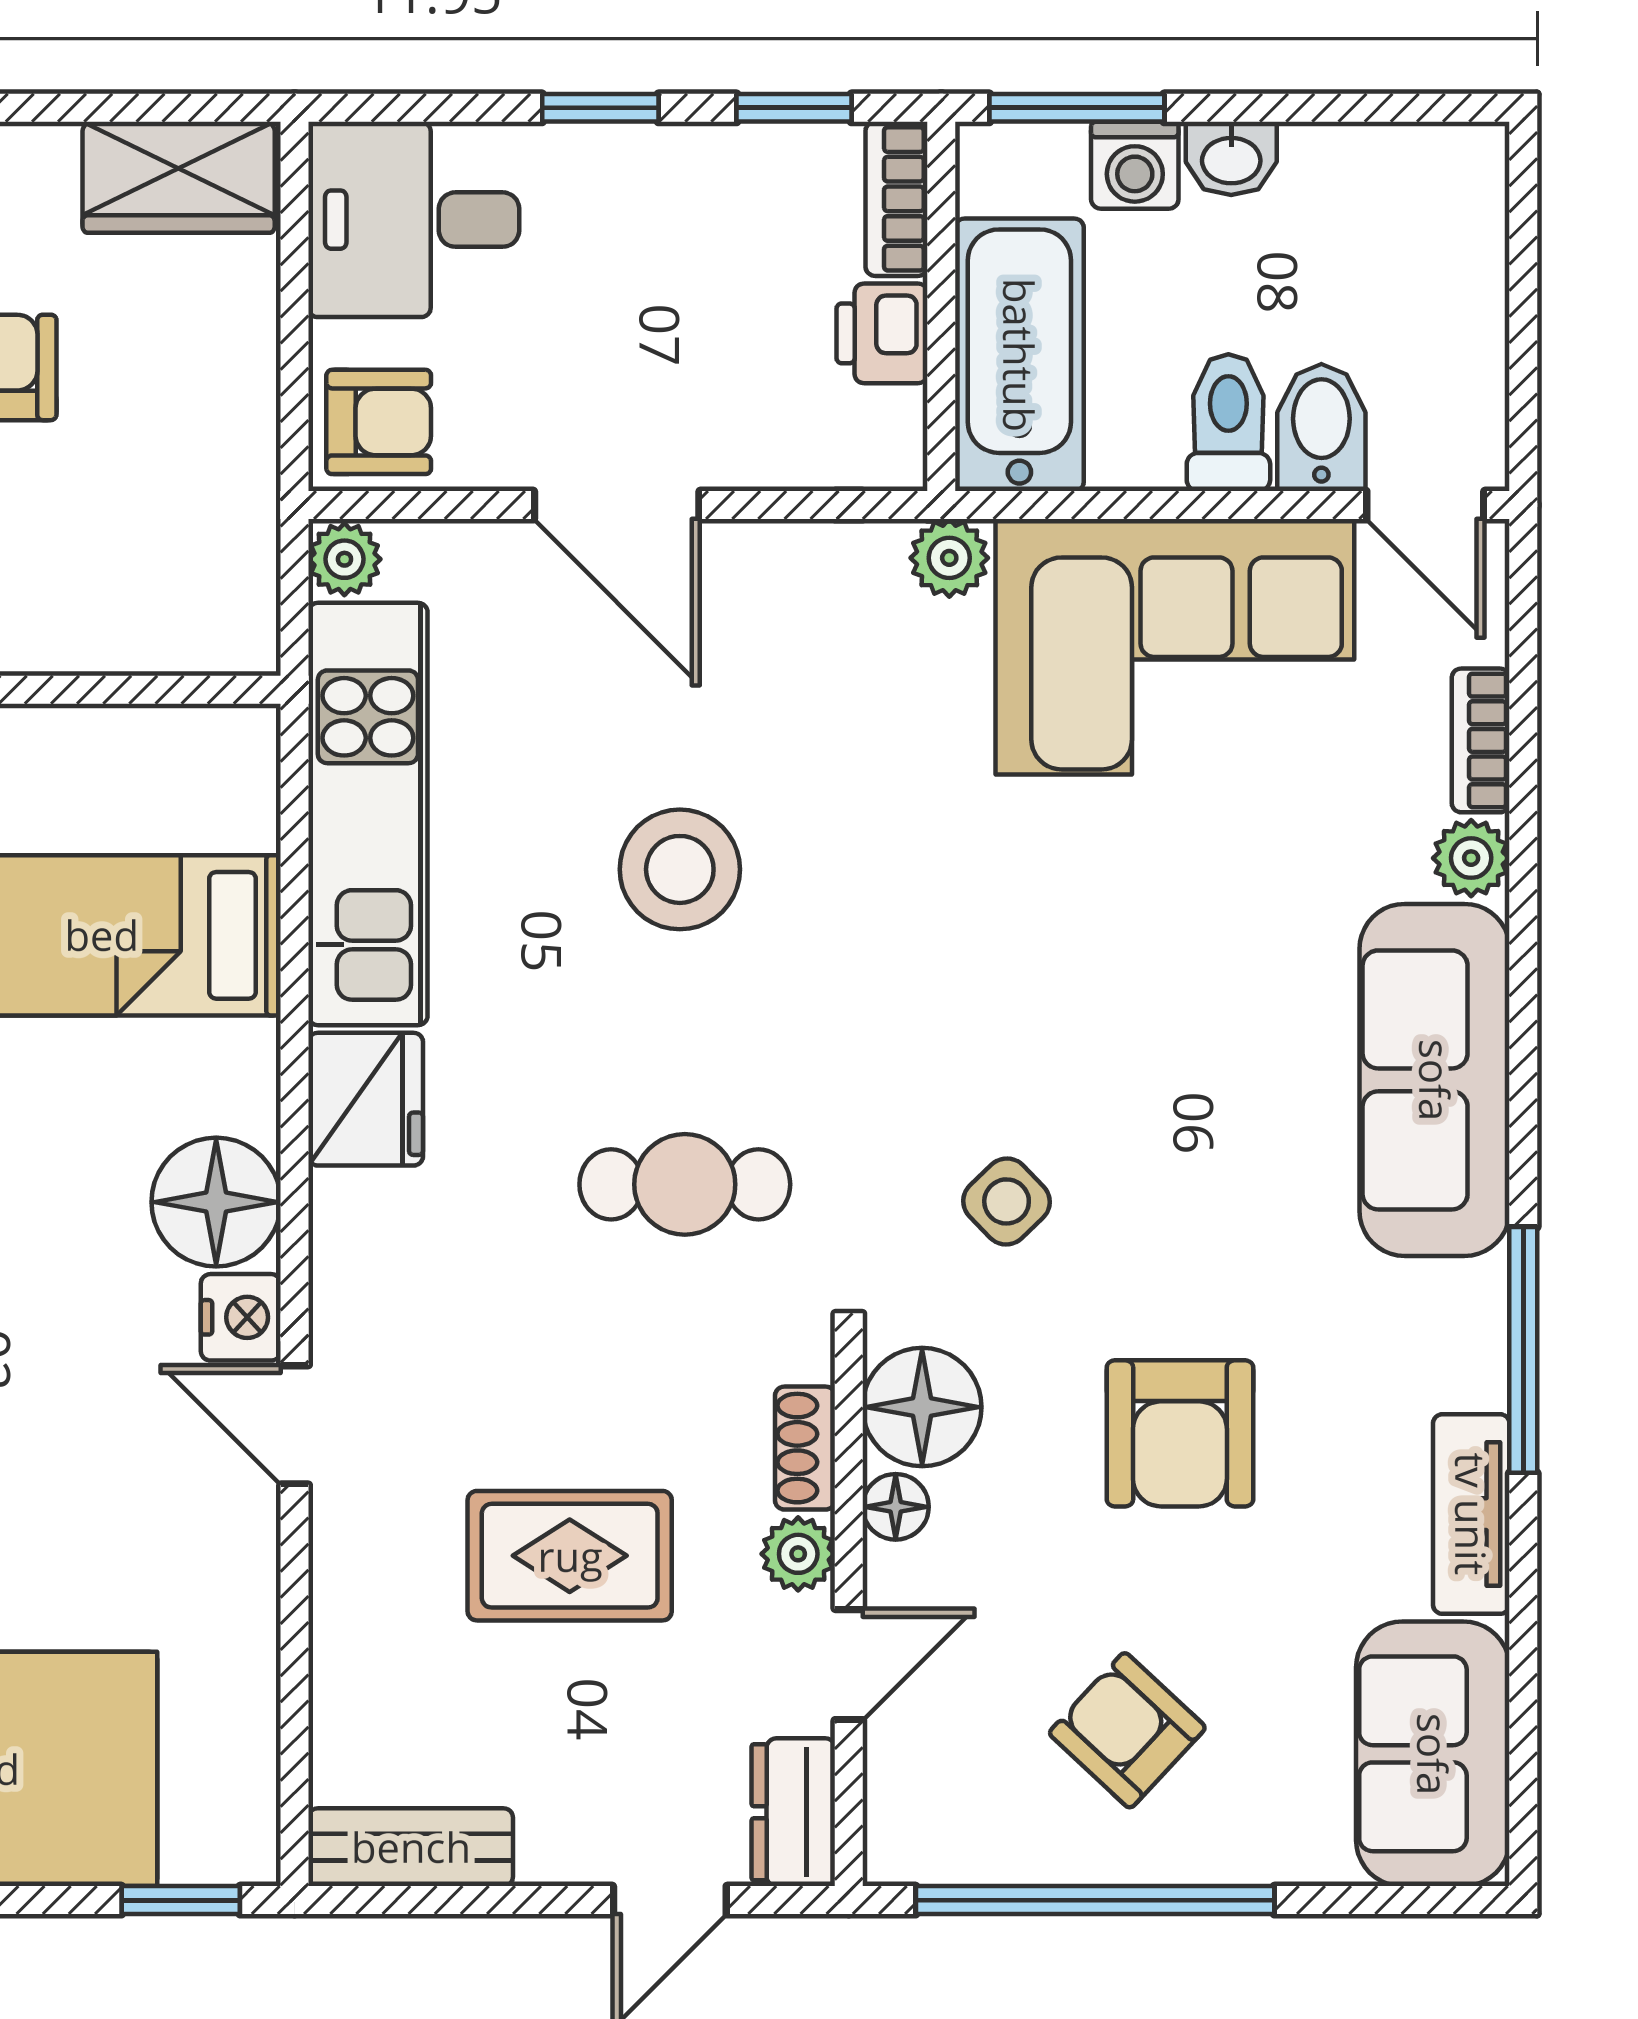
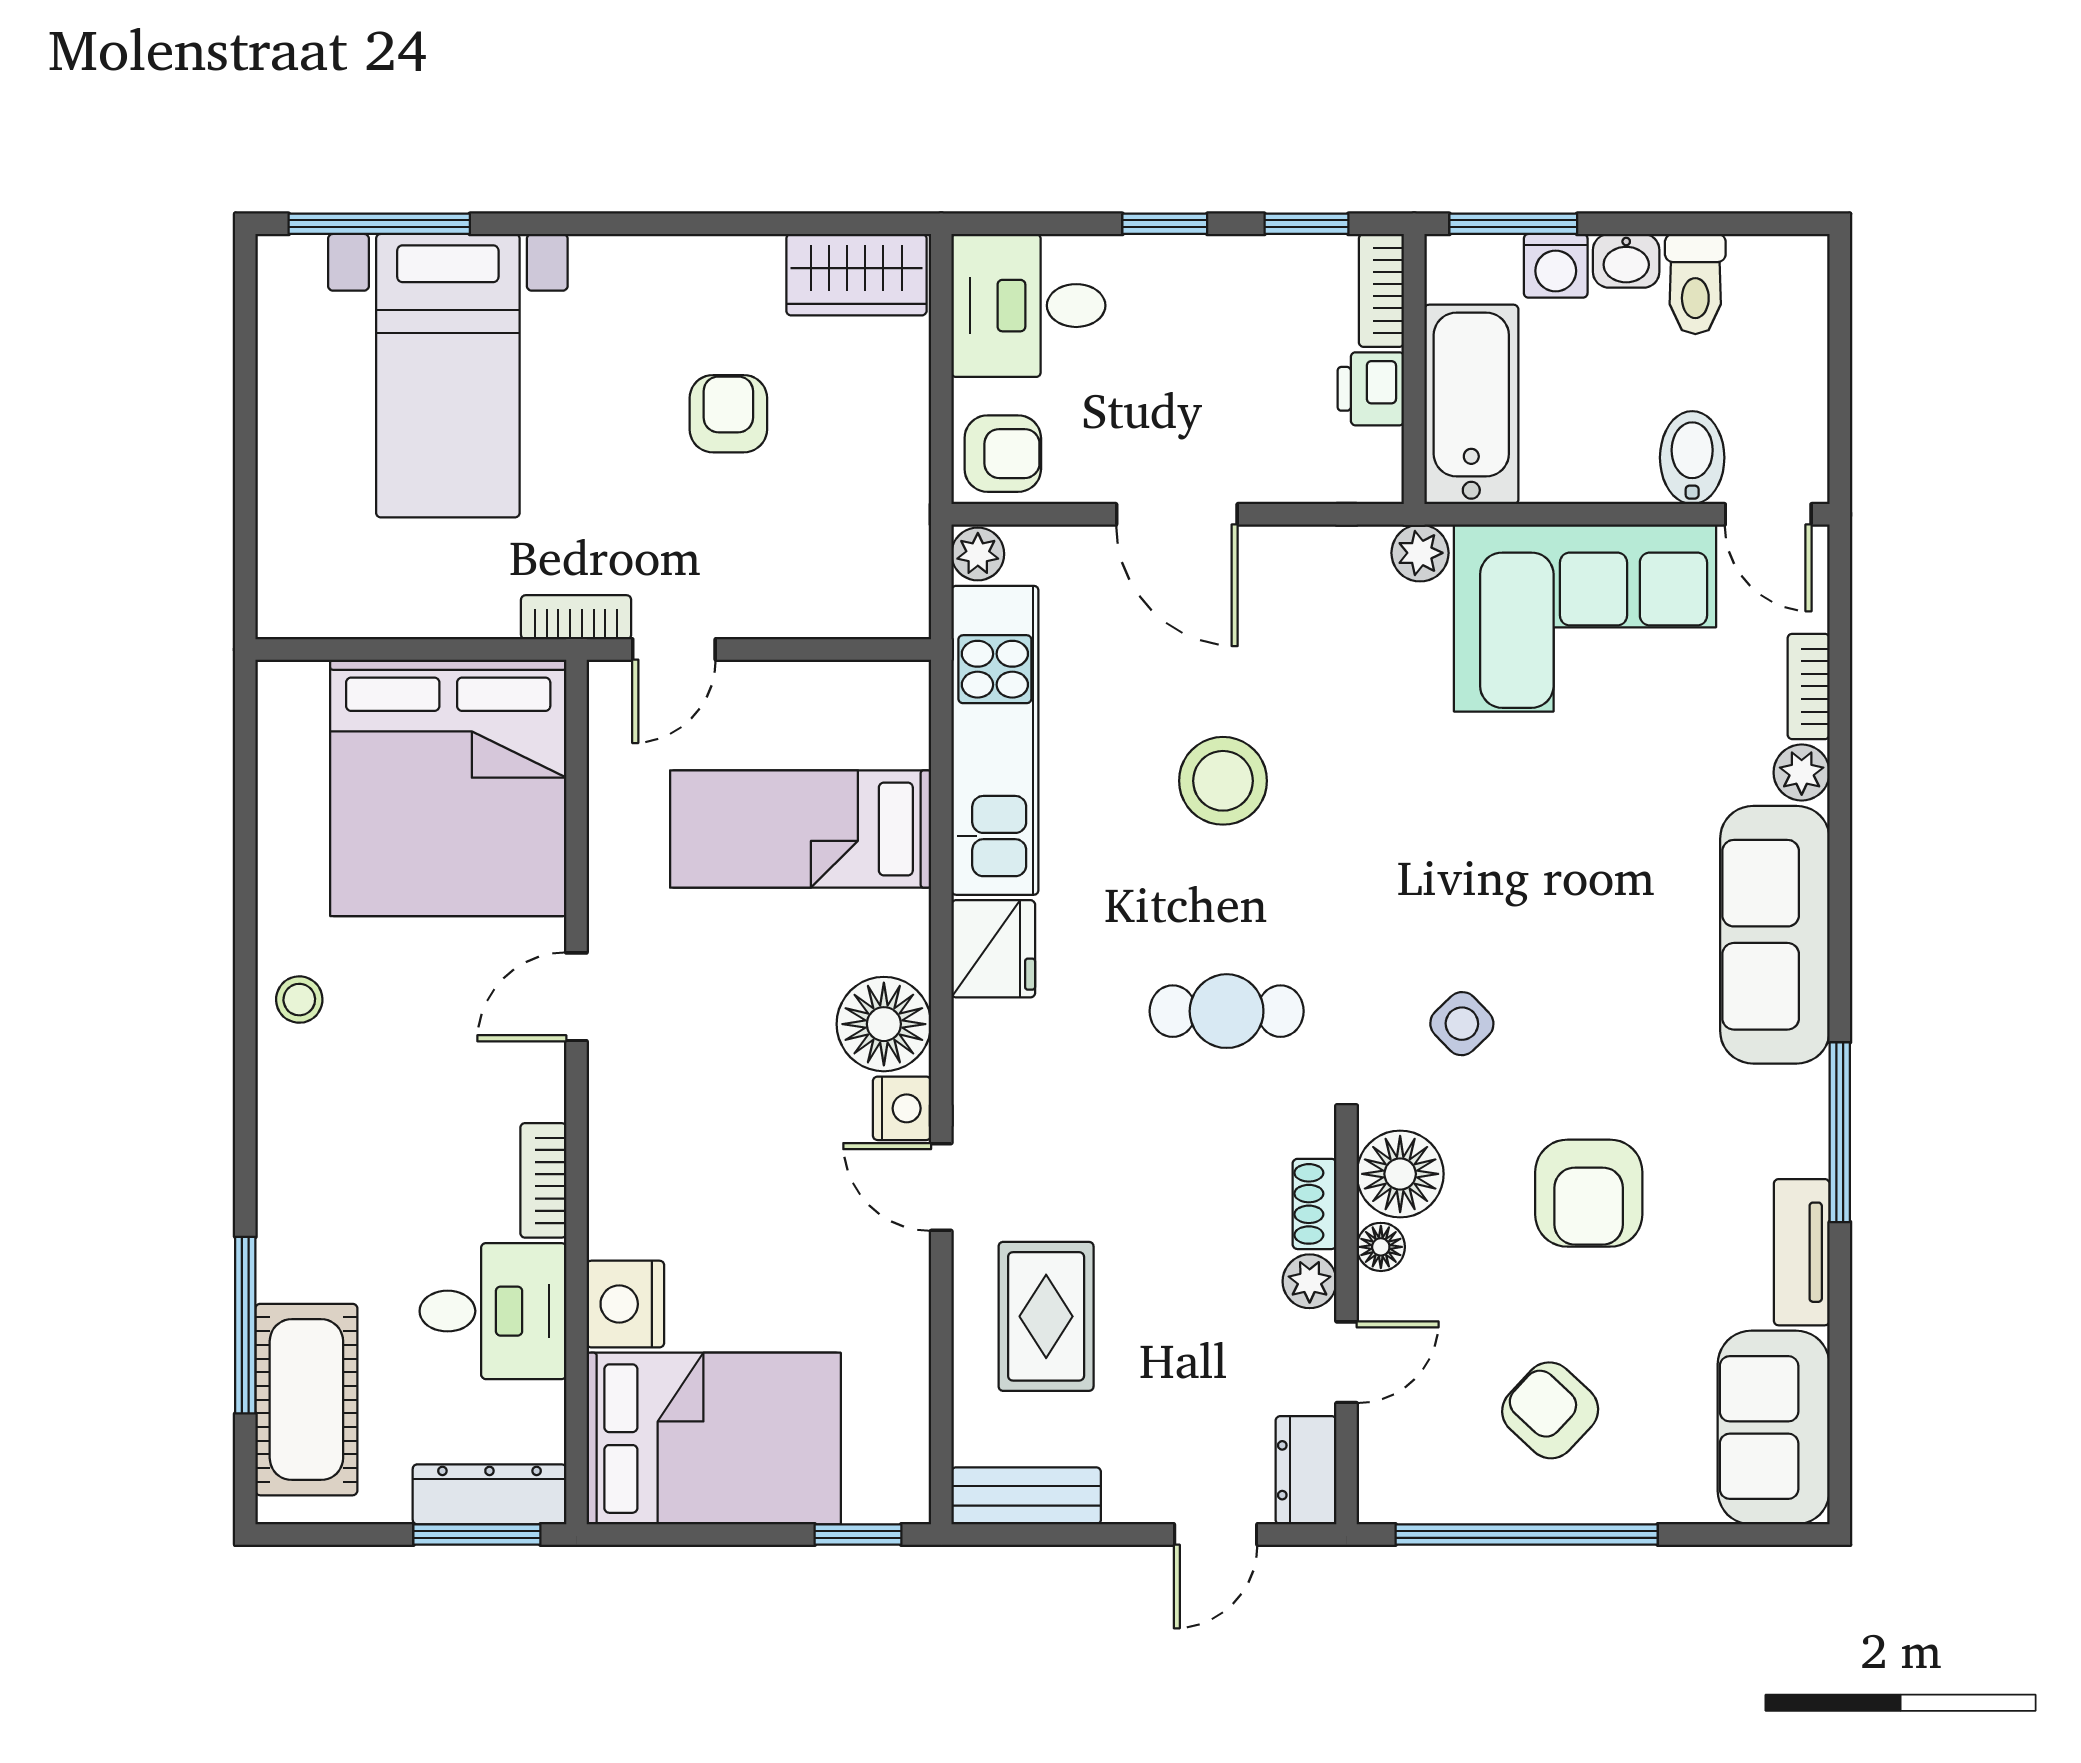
toilet: (1228, 423) -> (1695, 284), moved, turned 180
rug: (570, 1556) -> (1046, 1316), moved, turned 90

